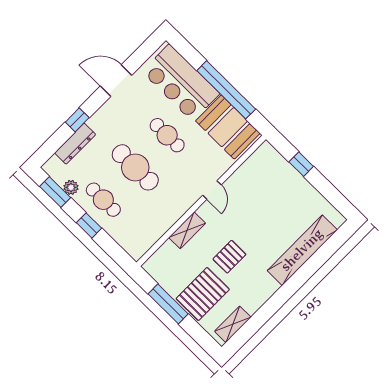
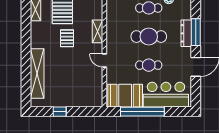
window: (77, 120) -> (196, 32), width x2.17
dresser: (75, 144) -> (186, 33), moved
window: (301, 164) -> (60, 112), moved

